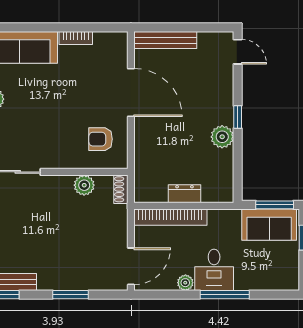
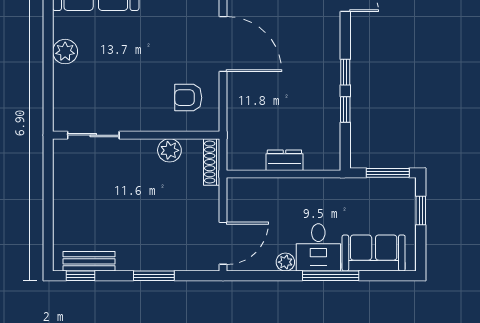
plant: (222, 137) -> (328, 95), removed
window: (238, 150) -> (345, 109), added
shoe rack: (121, 189) -> (212, 162), width x1.43
bookcase: (170, 217) -> (268, 187), removed
sofa: (269, 225) -> (374, 253), moved, turned 180

